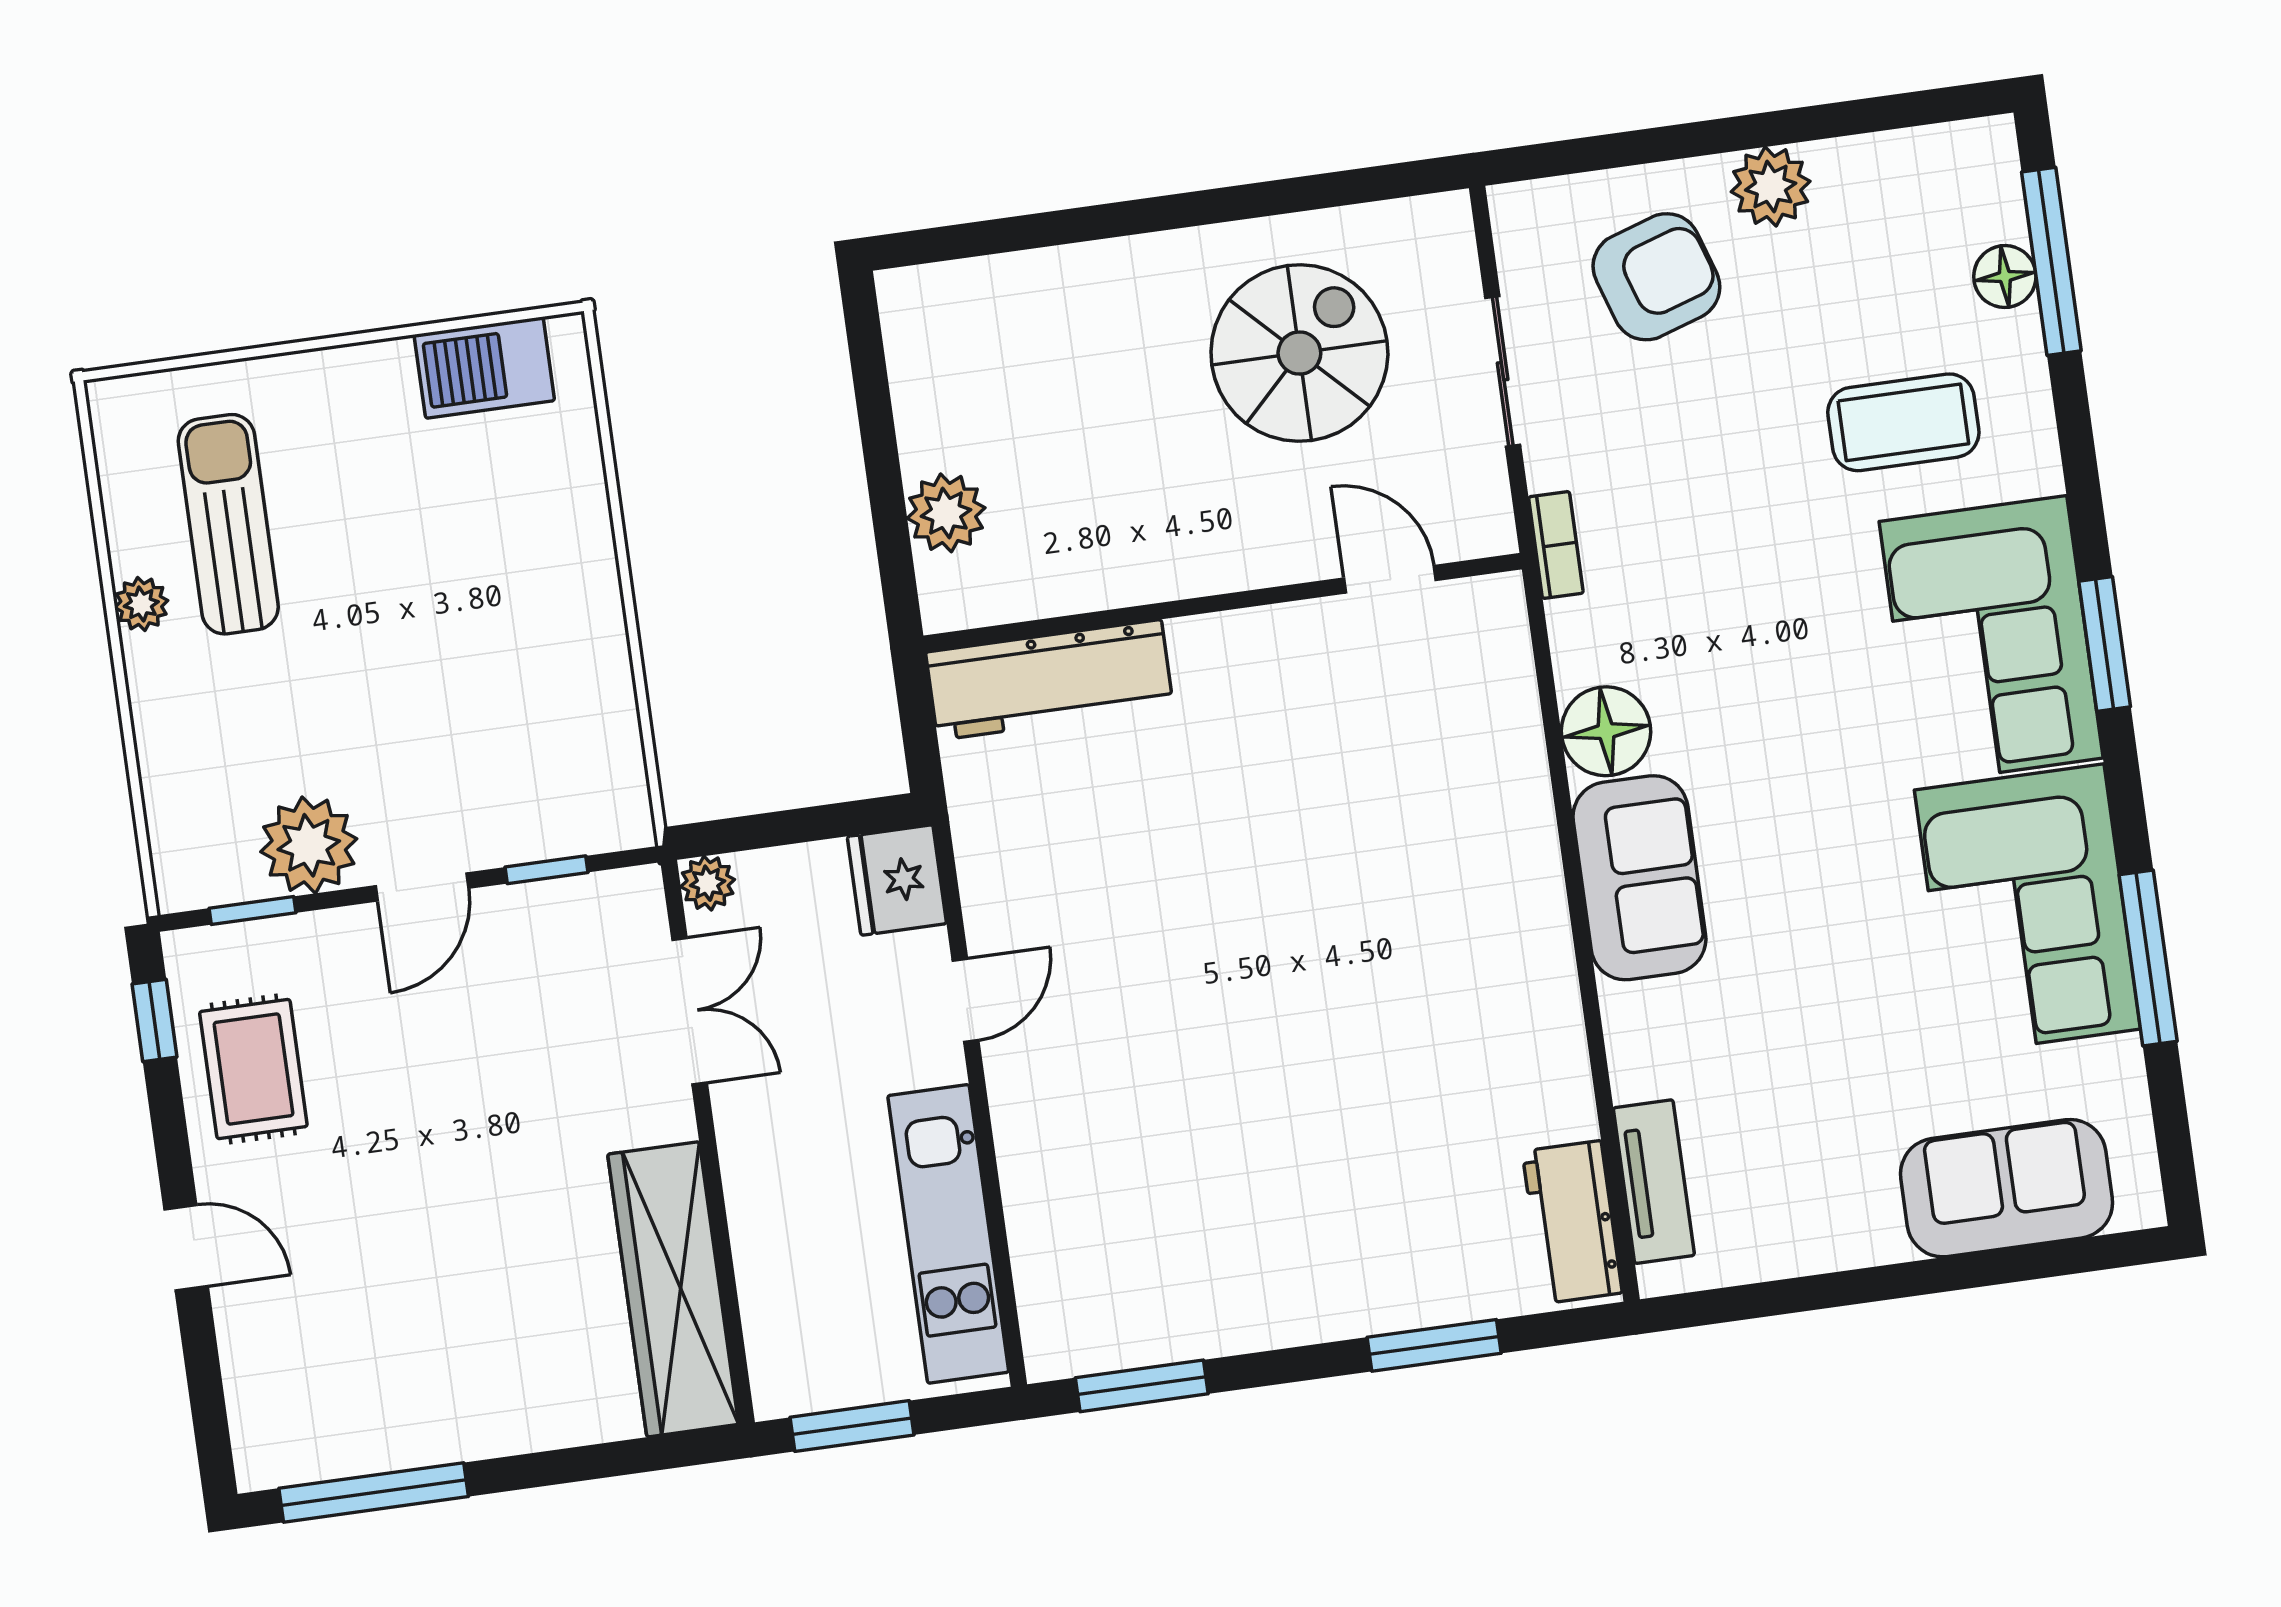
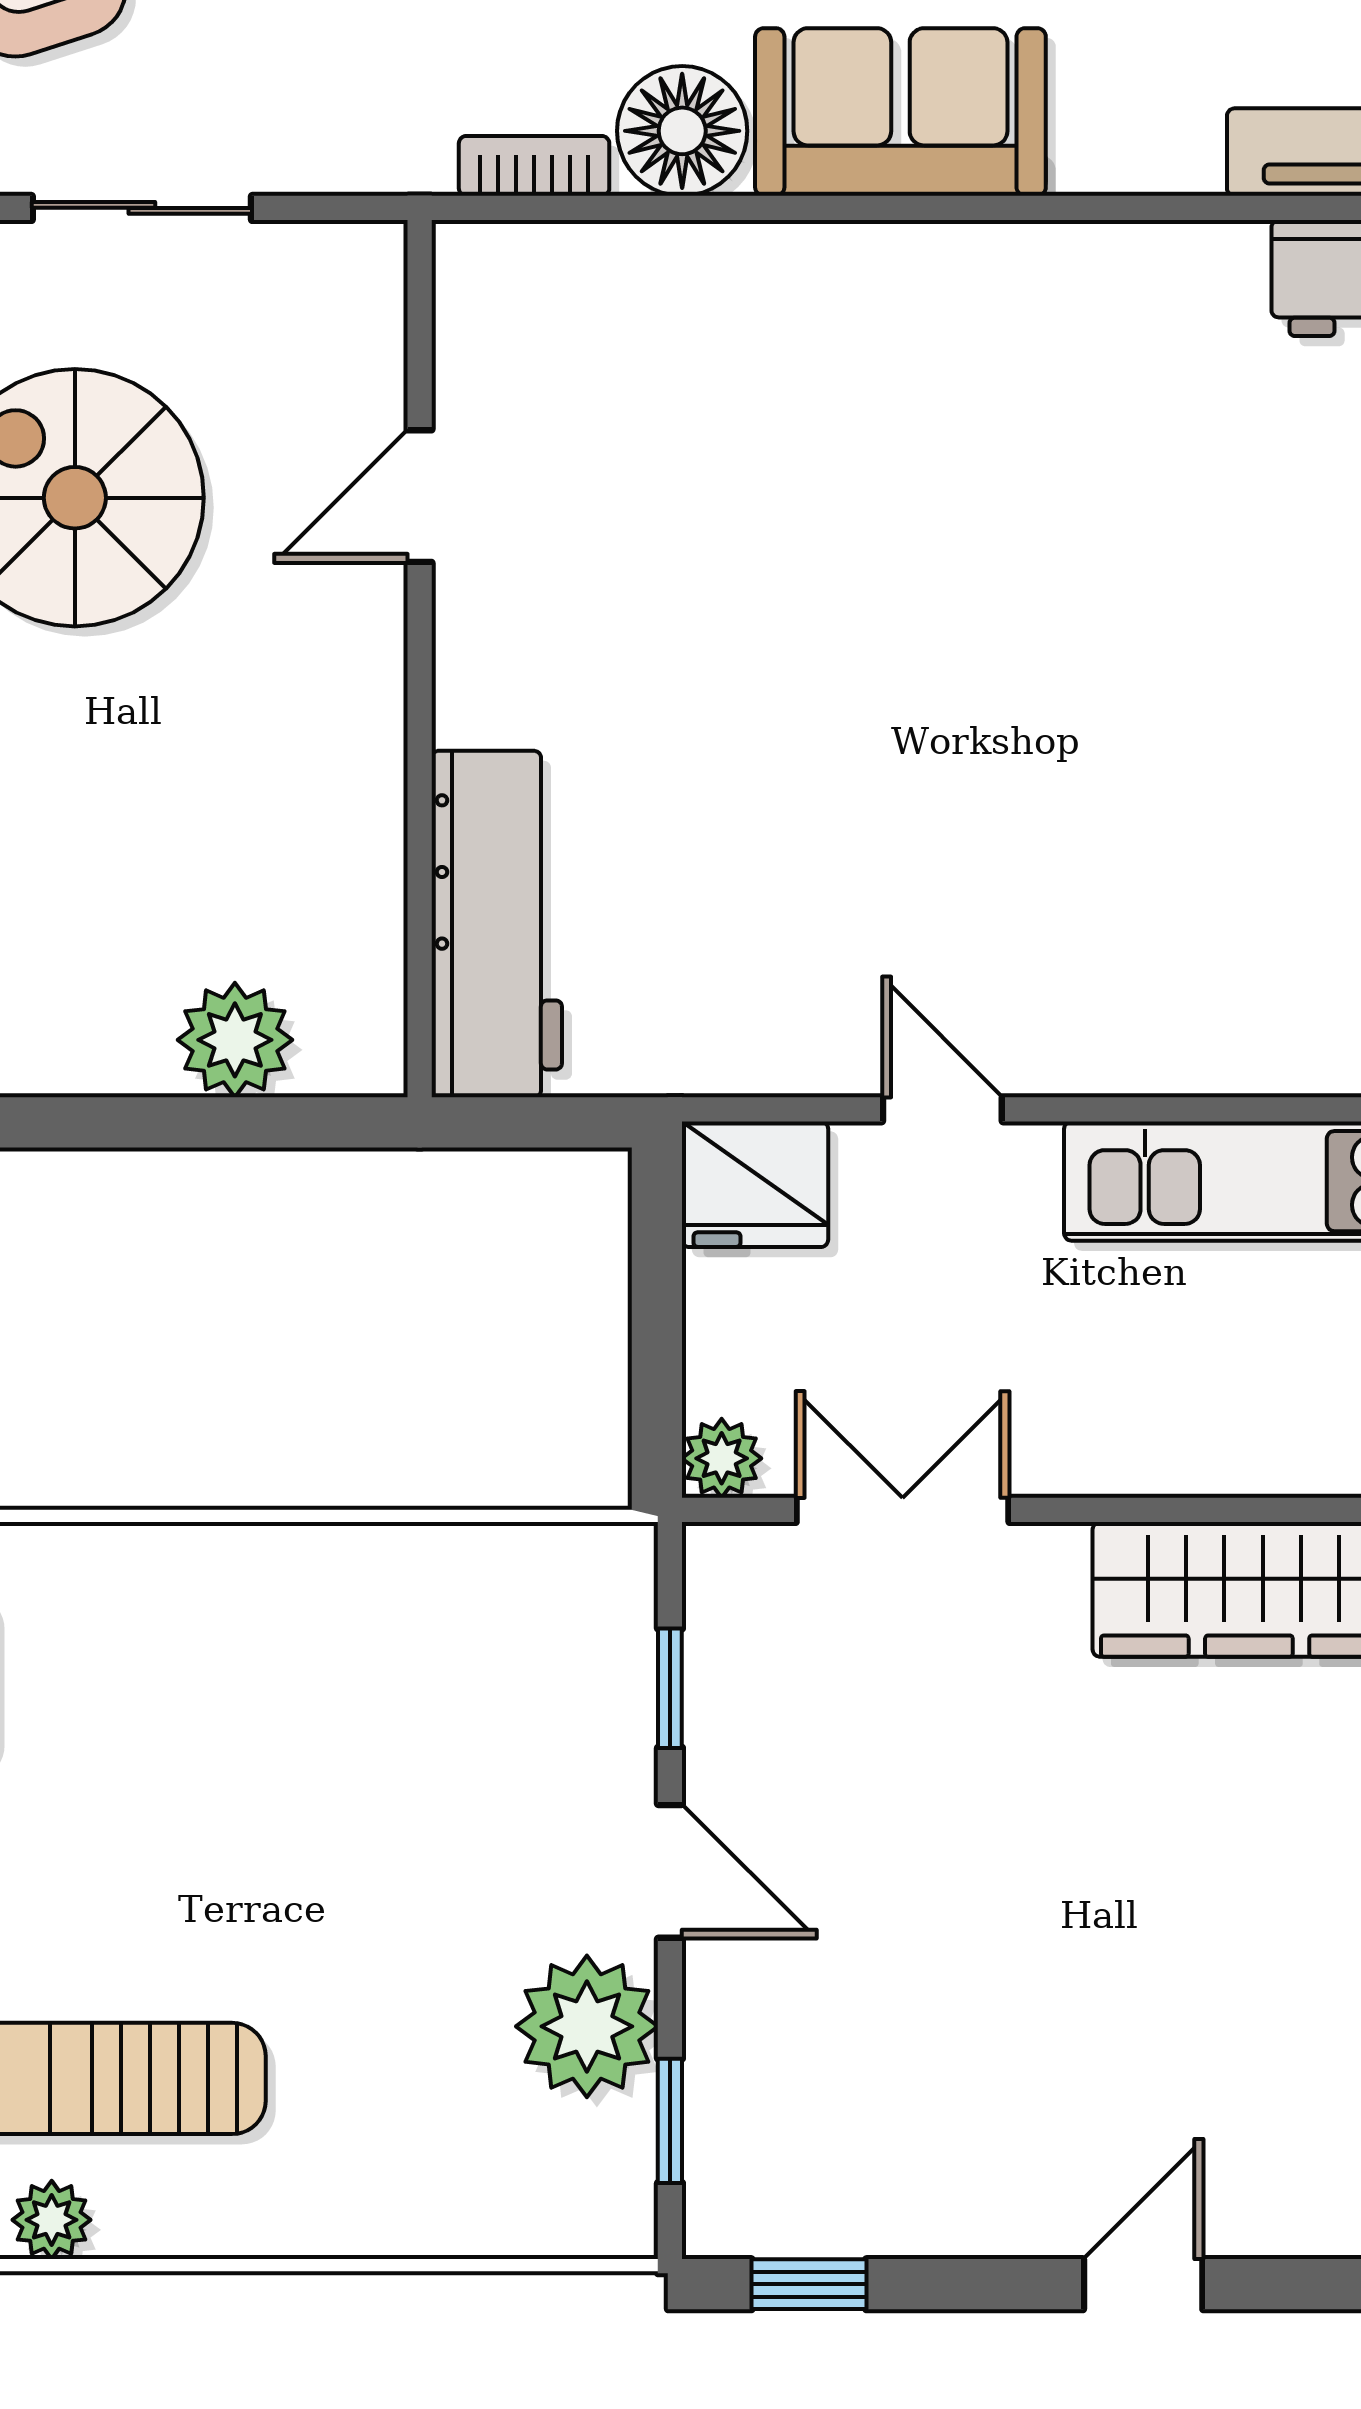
bookcase: (1556, 545) -> (534, 166), moved
door: (1390, 579) -> (420, 496), moved
plant: (141, 604) -> (52, 2220), moved
rug: (253, 1069) -> (899, 2151), removed

